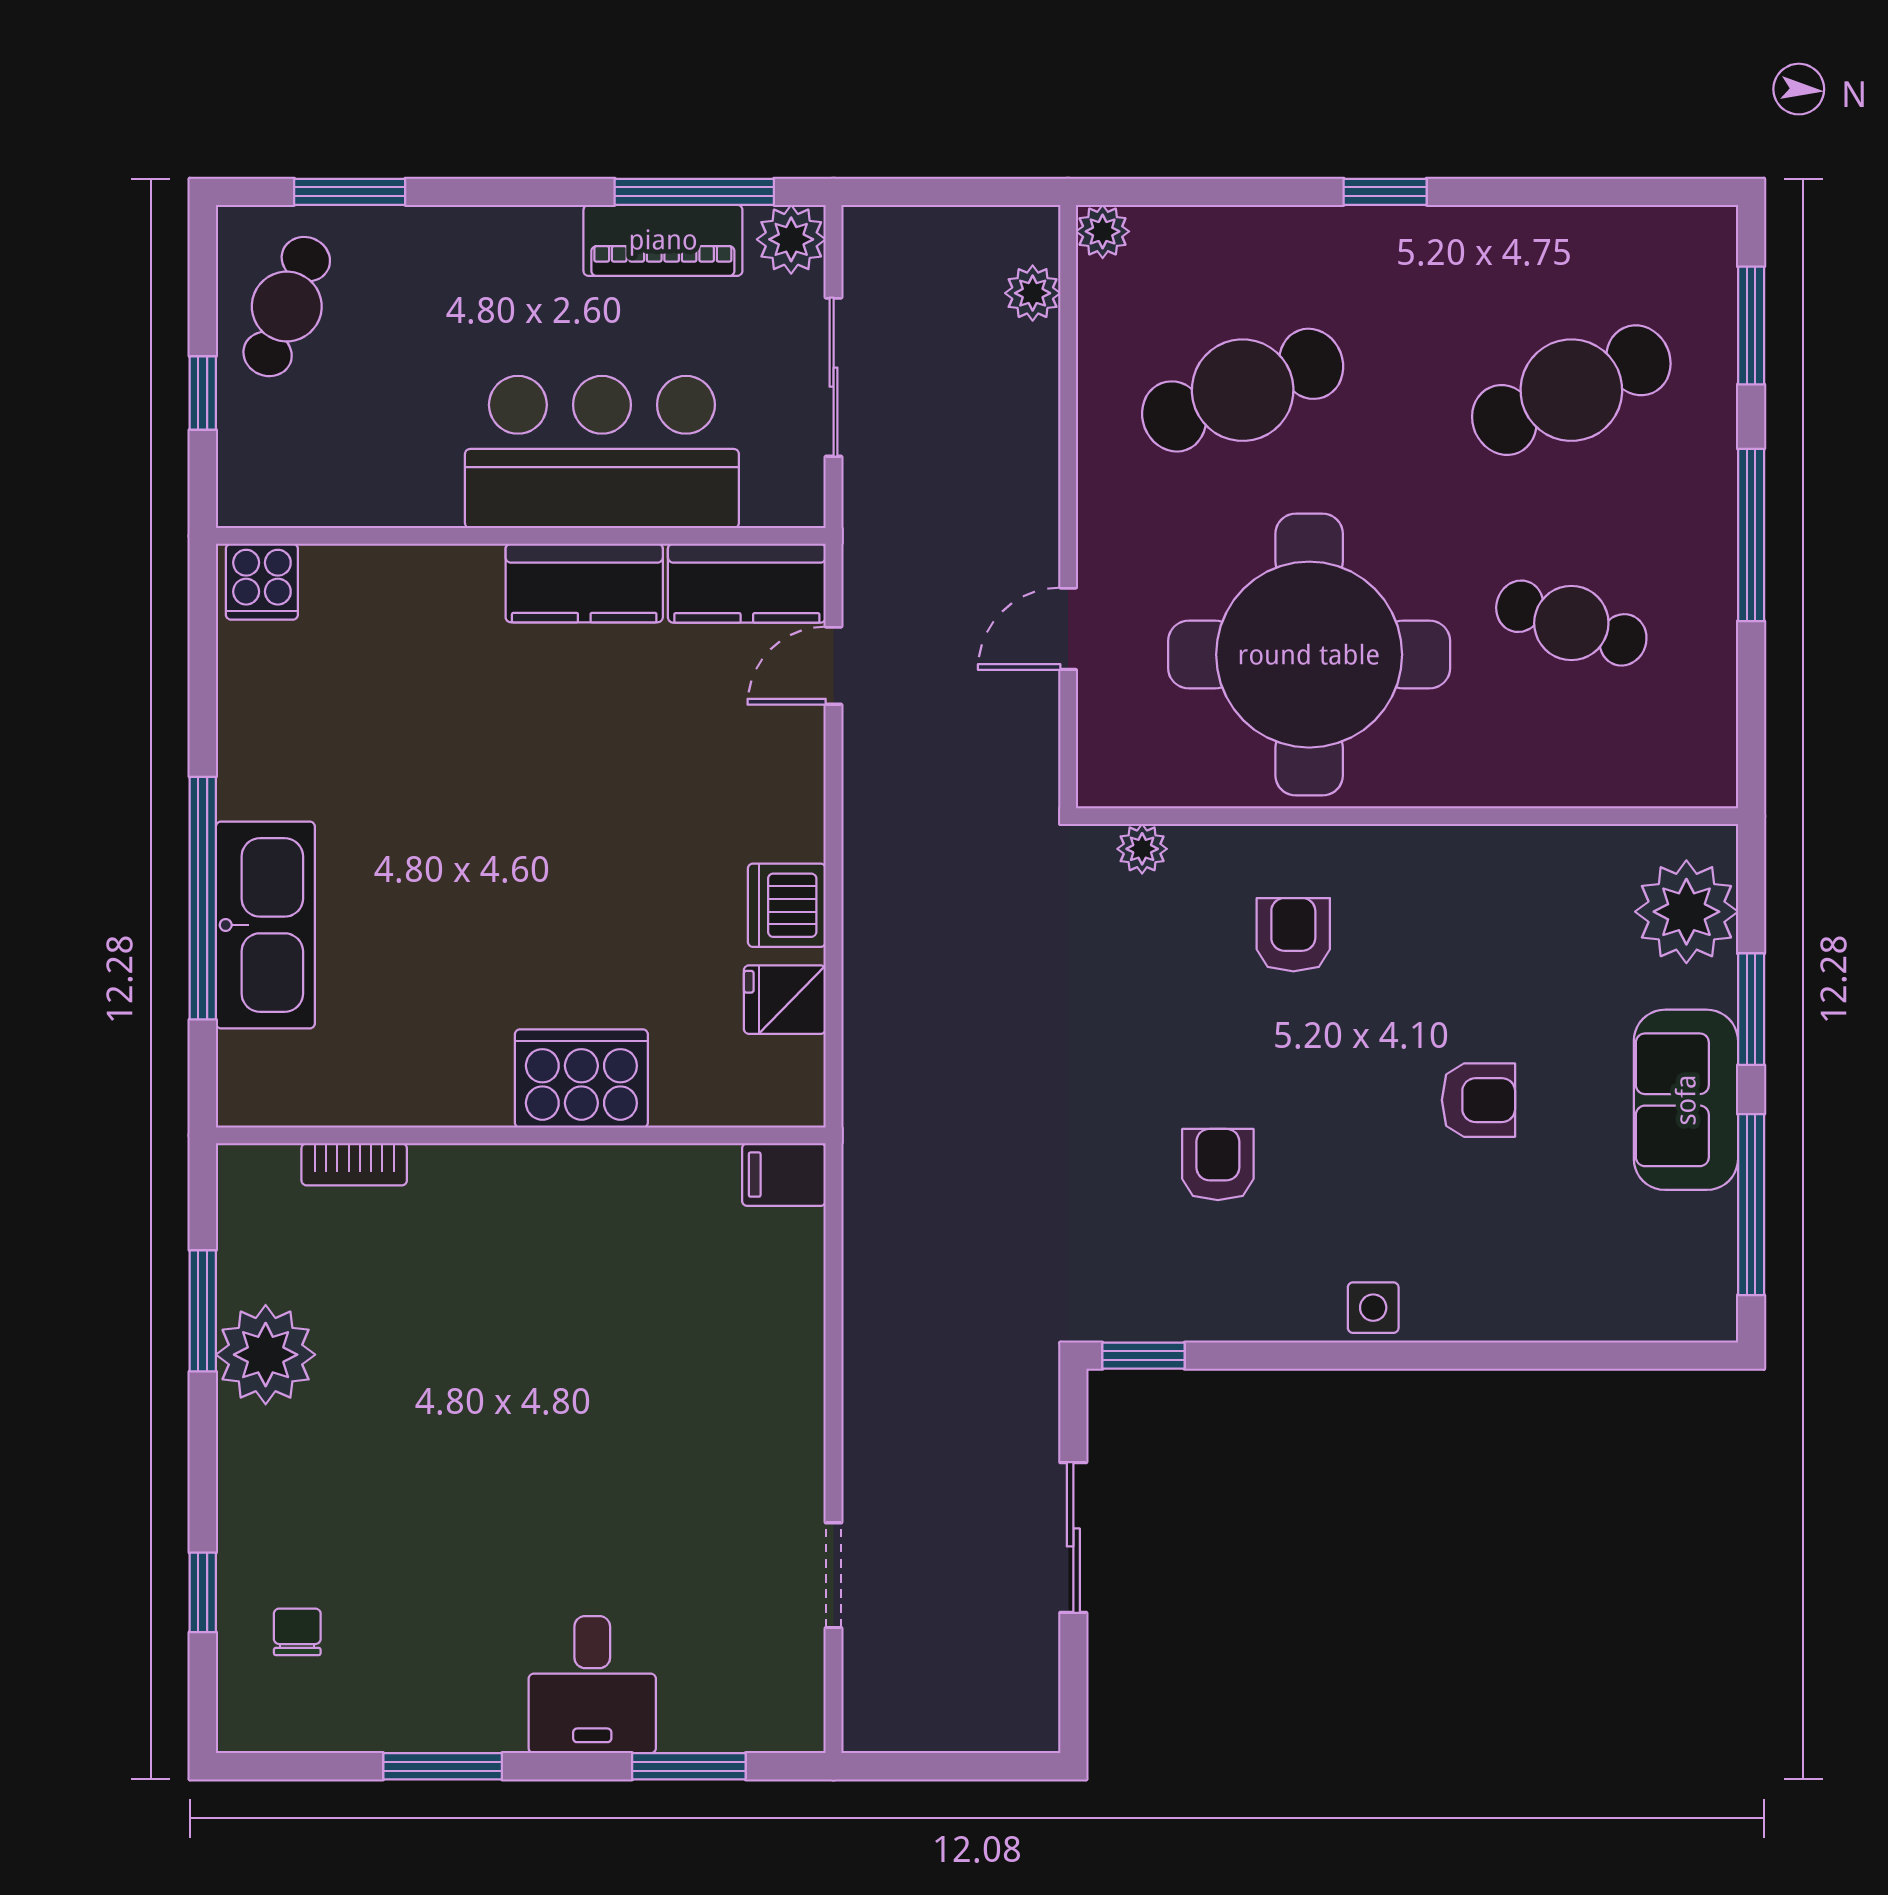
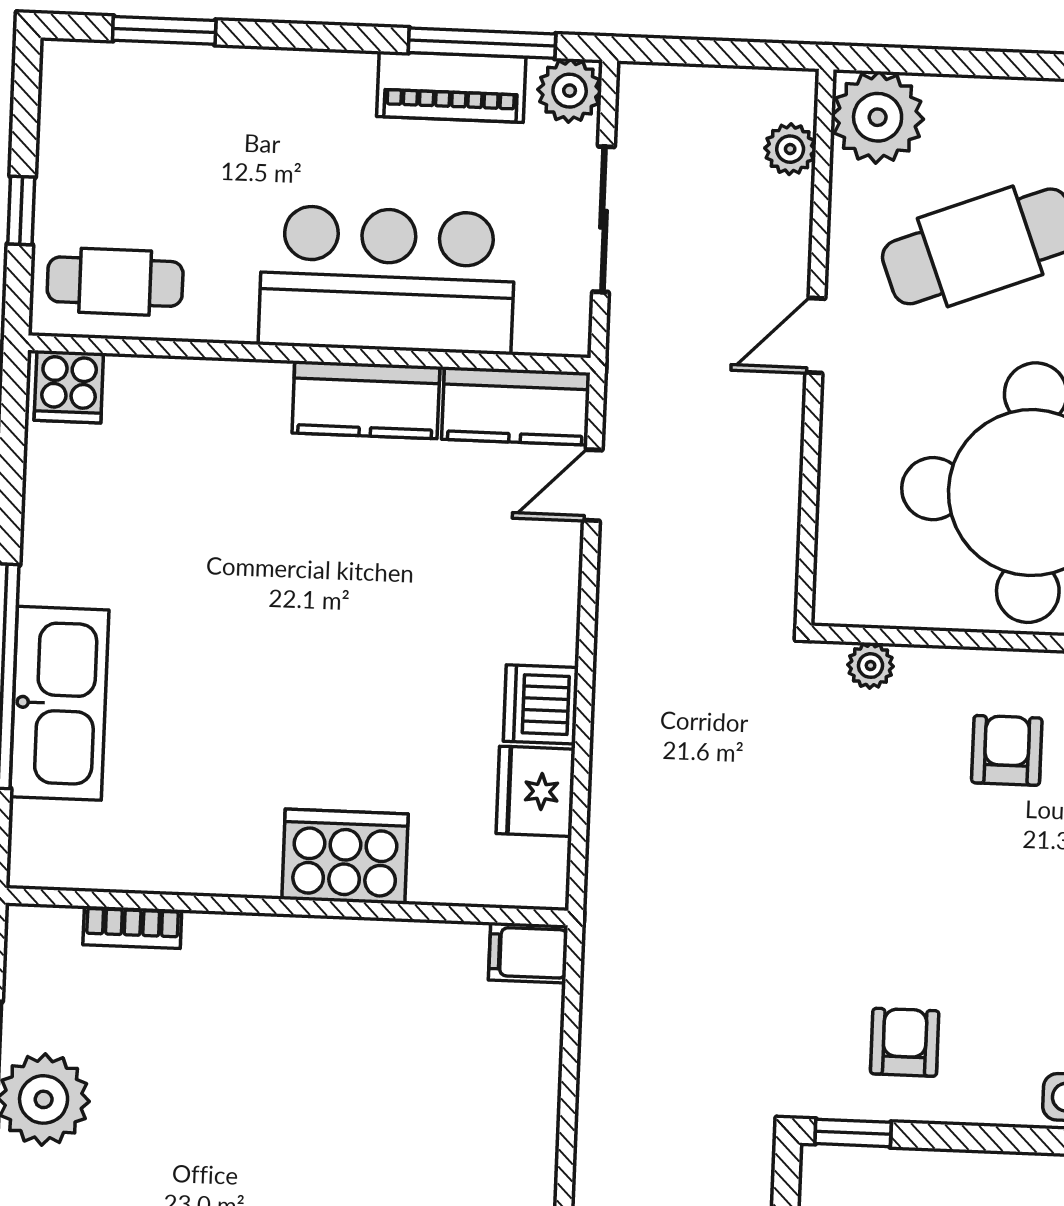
plant: (1103, 231) -> (878, 117), width x1.87, depth x1.87
cafe table: (287, 307) -> (115, 282), moved, turned 68
door: (1068, 629) -> (815, 335), moved
fridge: (785, 1000) -> (535, 791), width x1.38
armchair: (1218, 1165) -> (905, 1042), moved

